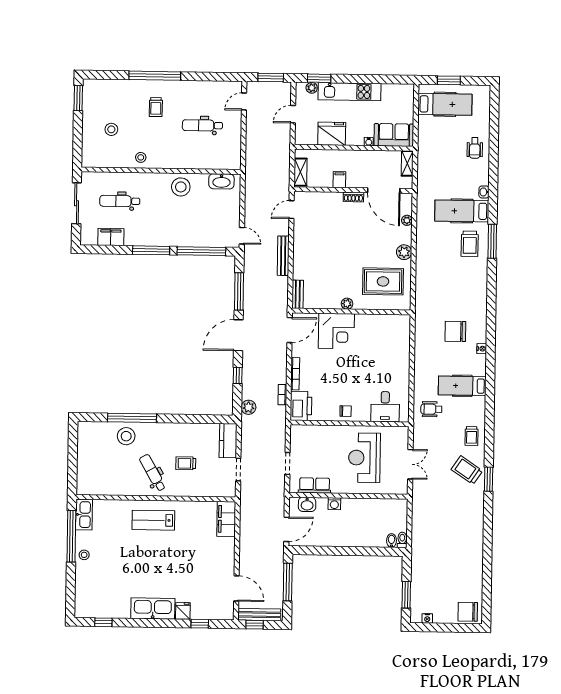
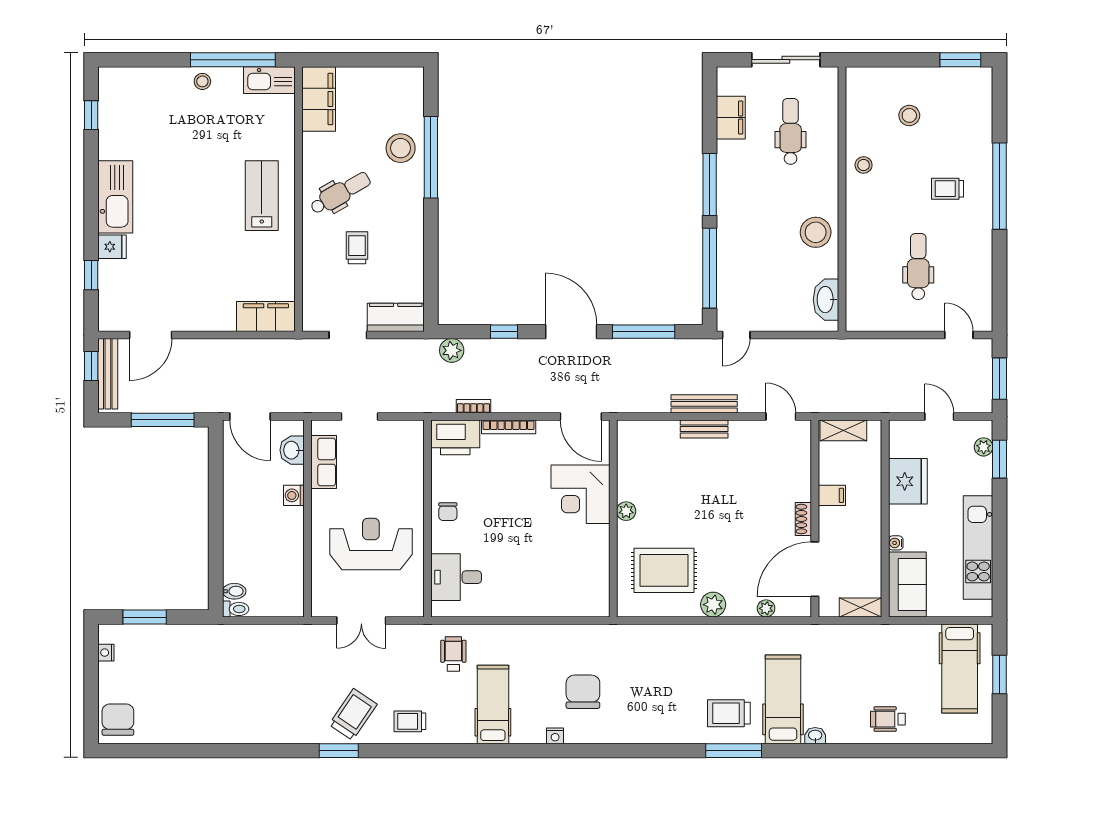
kitchen unit: (350, 92) -> (978, 548), moved
rug: (383, 281) -> (664, 570), turned 90
bench: (298, 294) -> (704, 429), moved
filing cabinet: (96, 485) -> (319, 99), added

